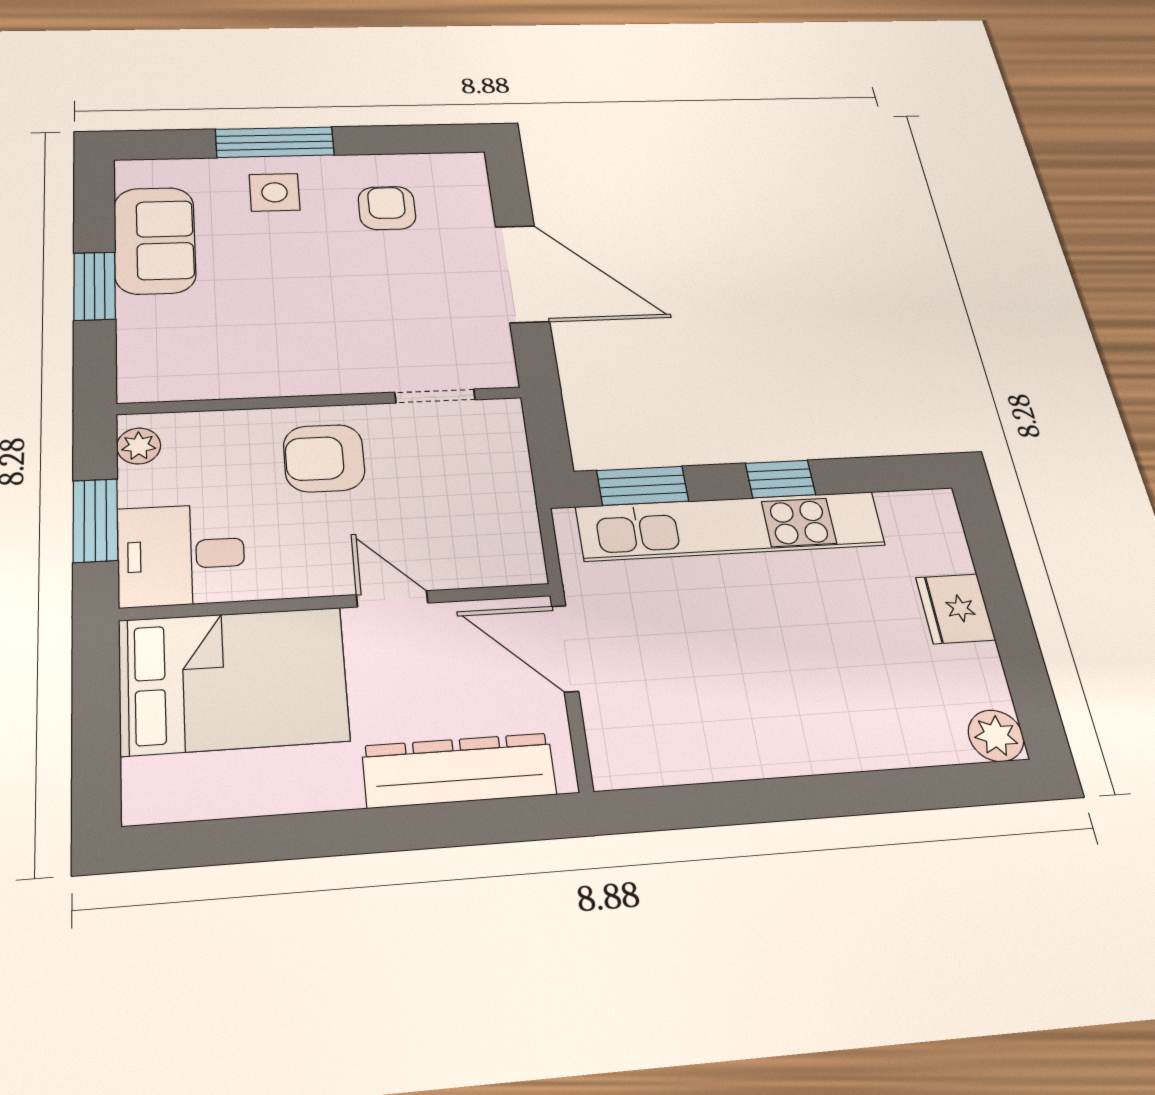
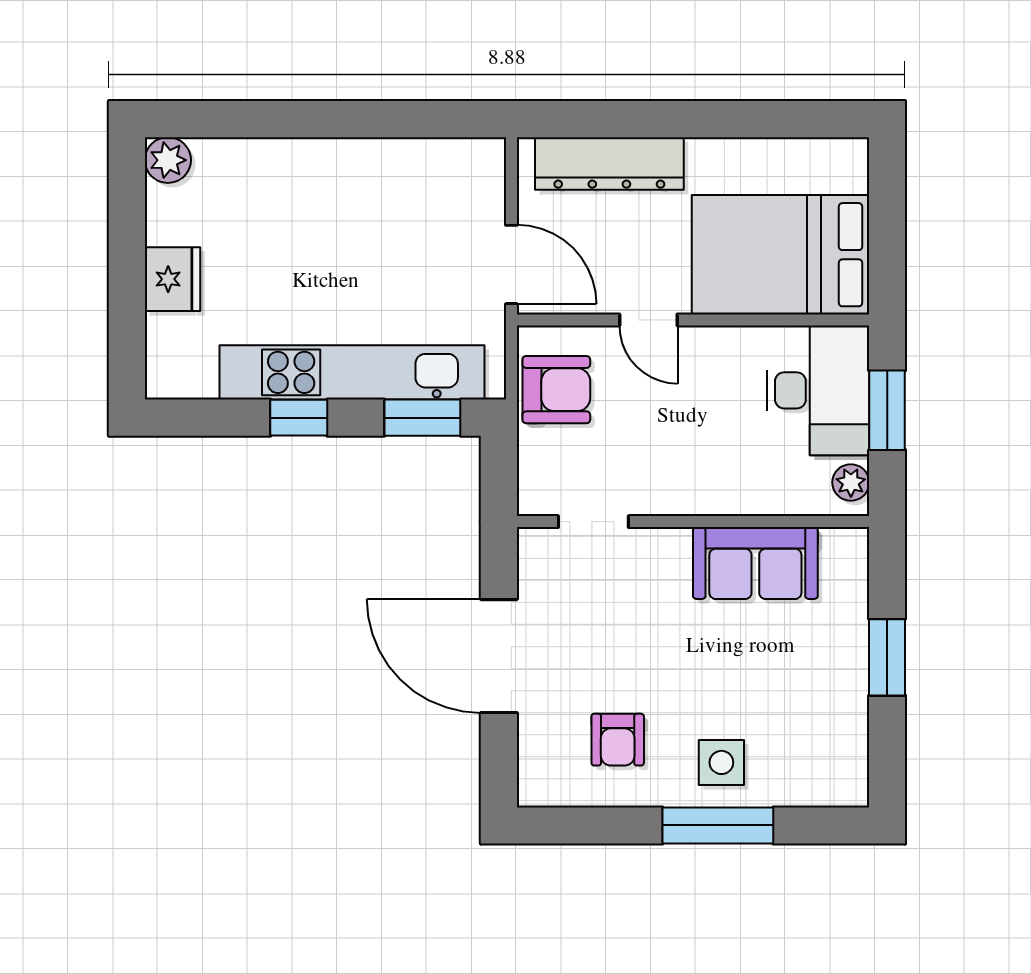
sofa: (155, 240) -> (755, 563), moved, turned -90
armchair: (324, 458) -> (556, 390), moved
desk: (181, 555) -> (818, 390), width x1.37

